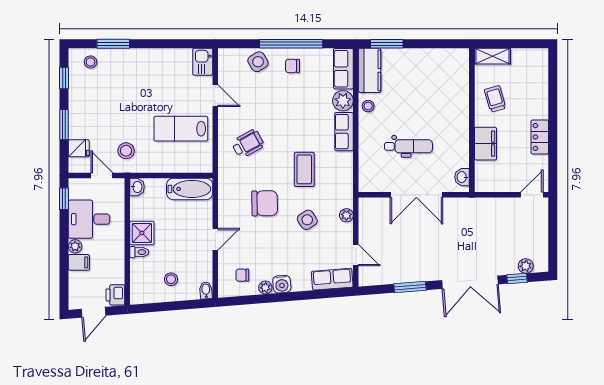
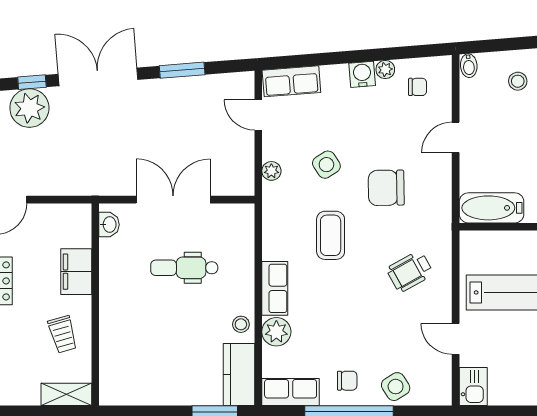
row of seats: (343, 69) -> (291, 392), moved, turned -90
plant: (526, 266) -> (29, 108), width x1.88, depth x1.88

